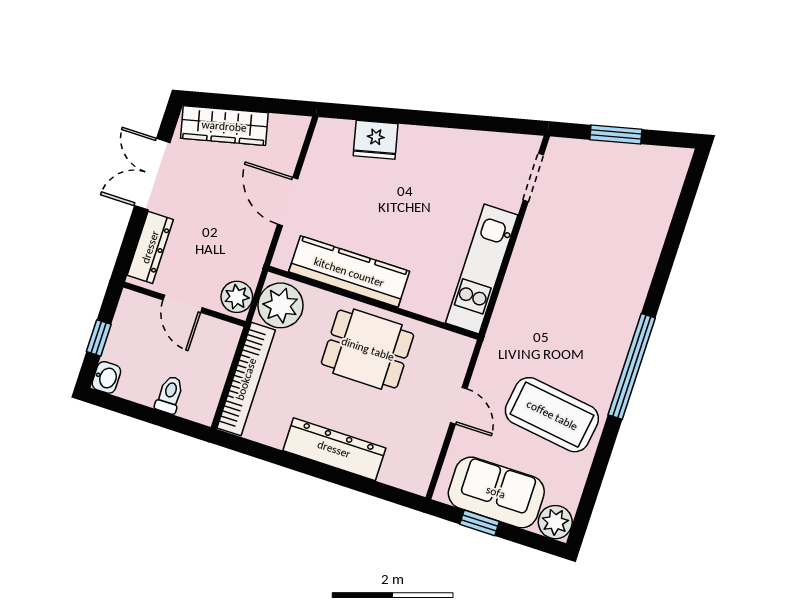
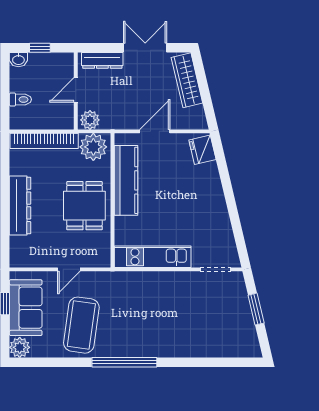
fridge: (376, 140) -> (202, 150), moved

